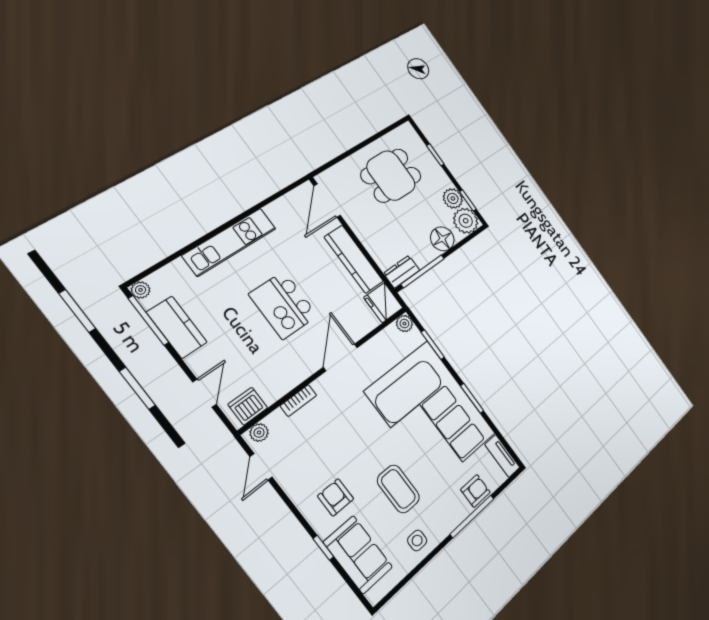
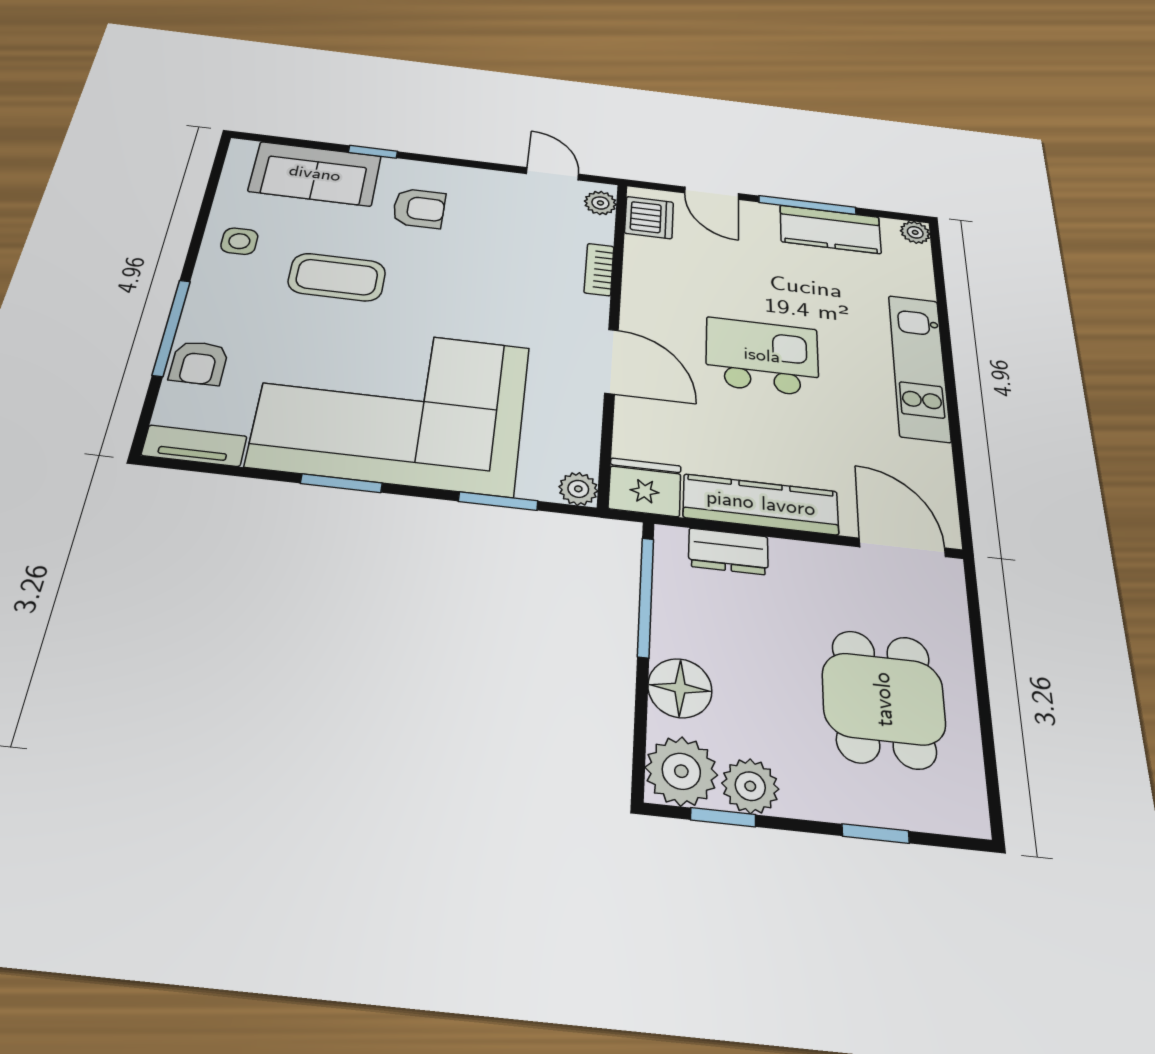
dresser: (402, 272) -> (728, 551), moved, turned 90
window: (149, 320) -> (807, 205), moved

